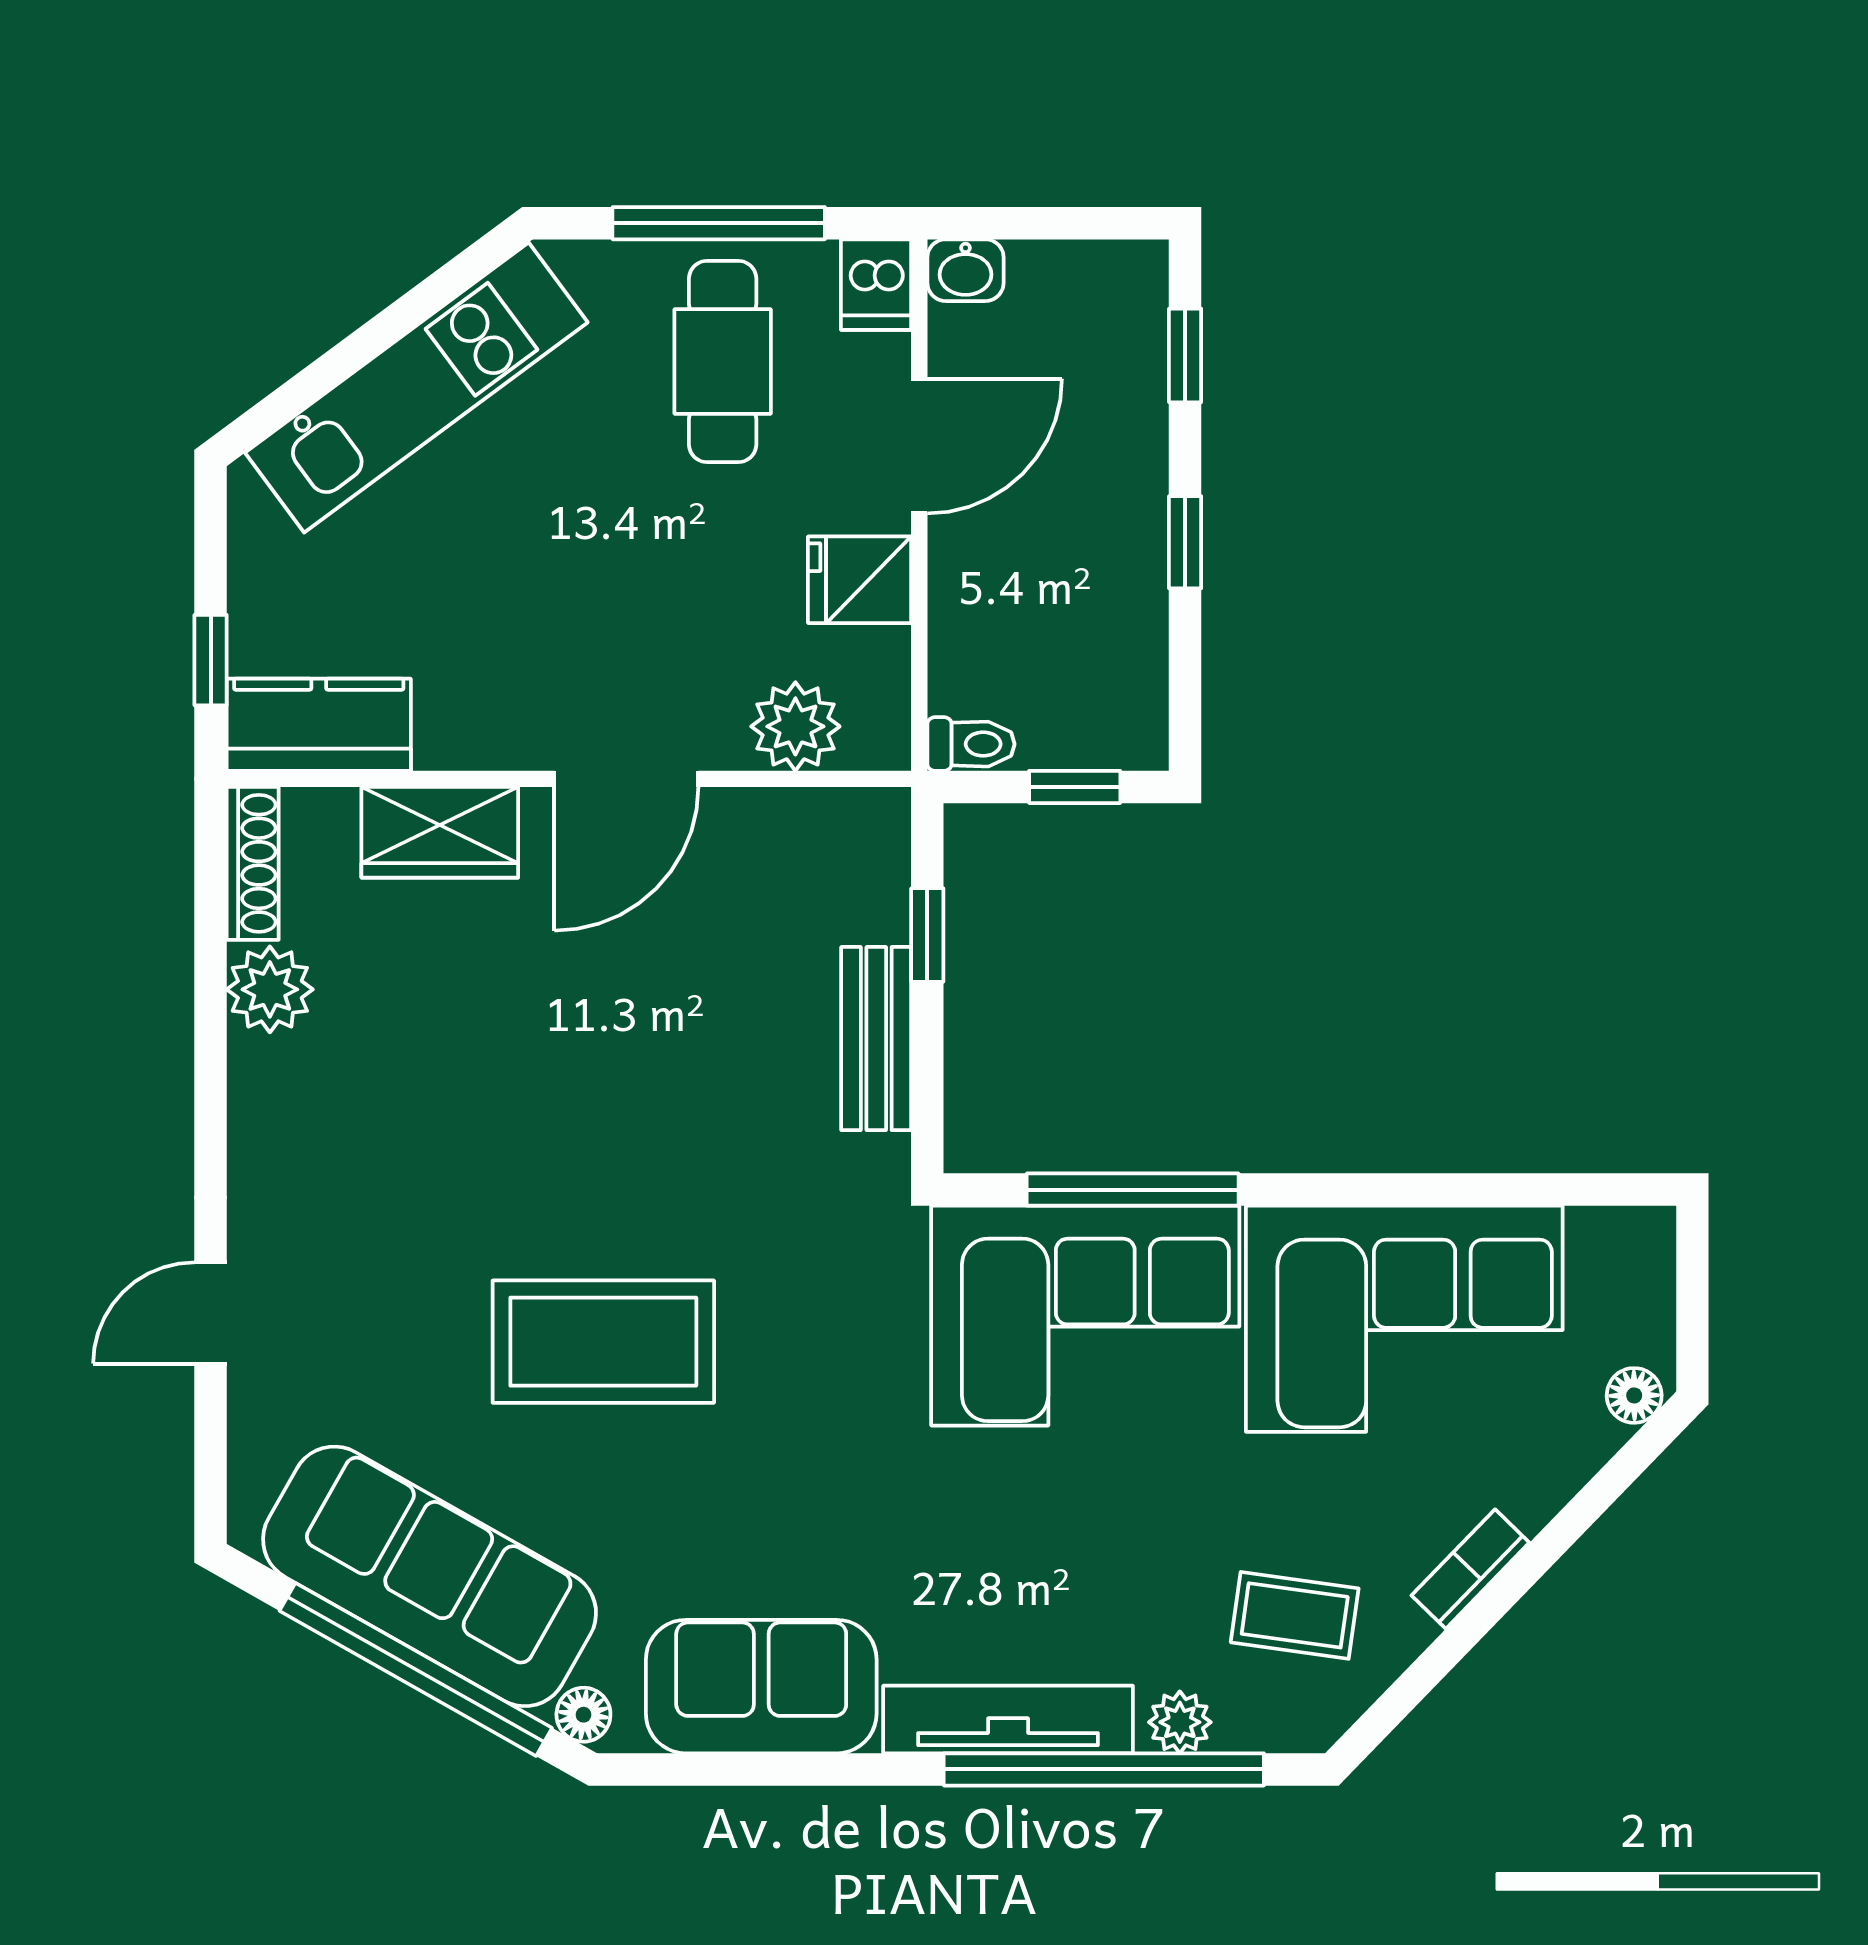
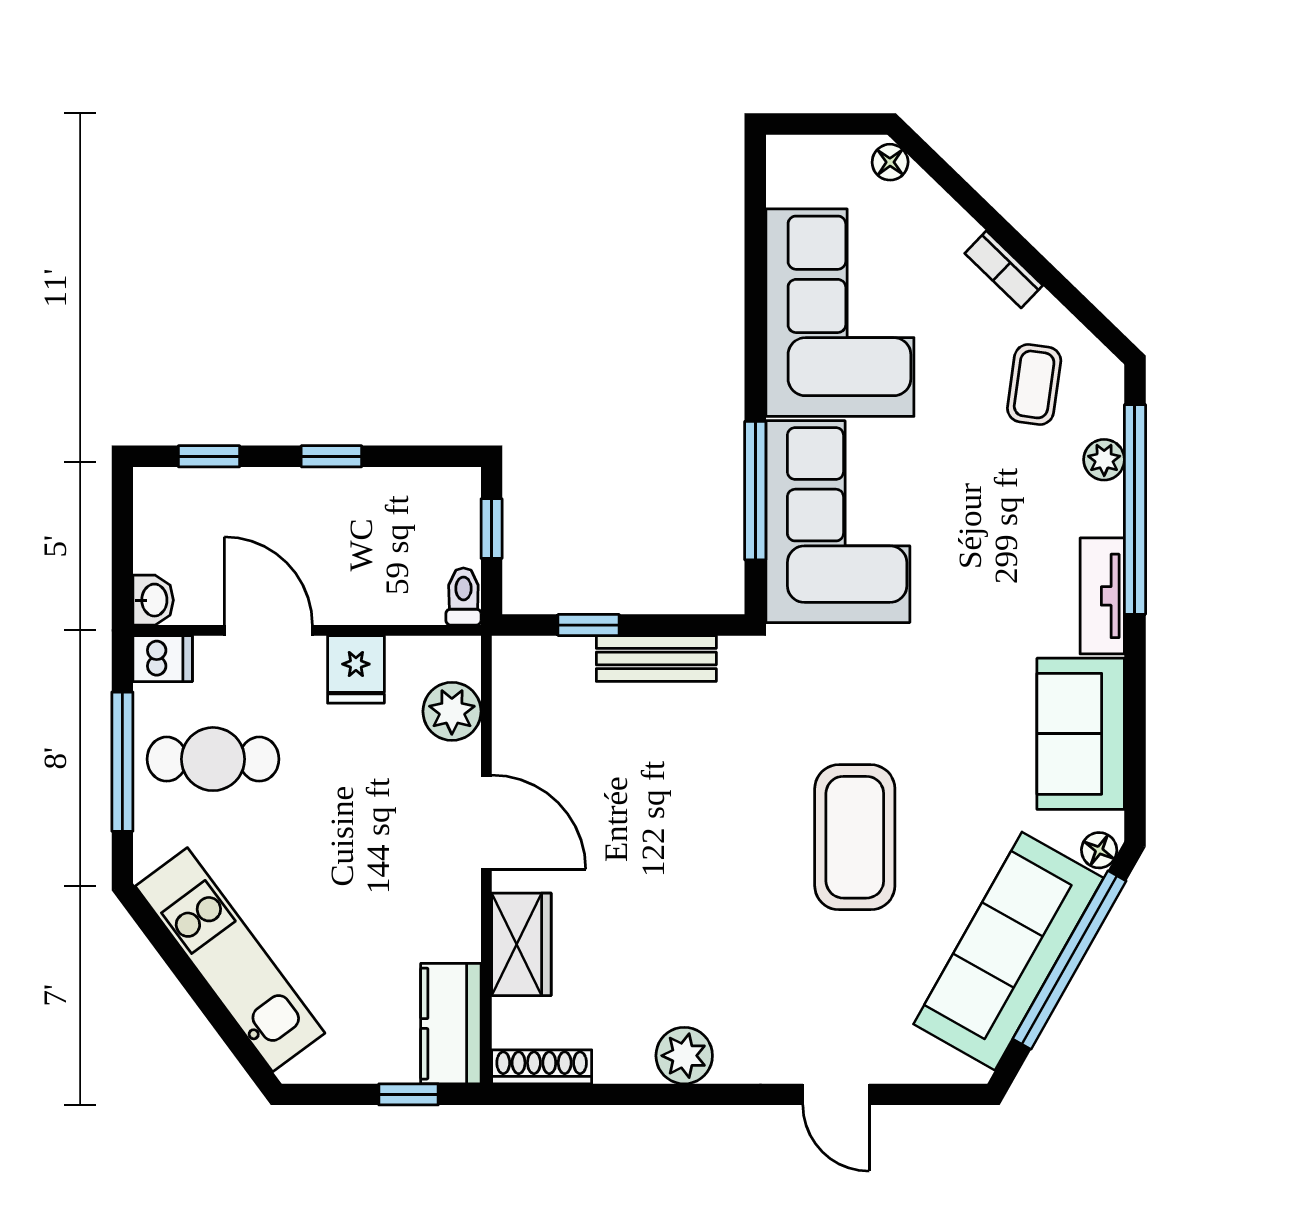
plant: (270, 989) -> (684, 1056), moved
tv unit: (1008, 1719) -> (1102, 596), width x0.71

